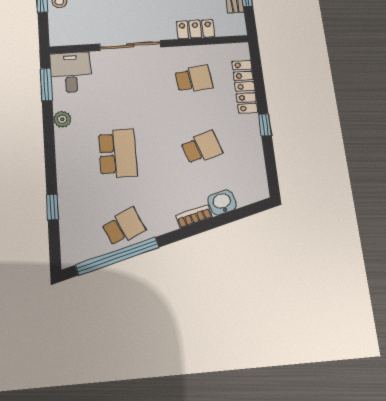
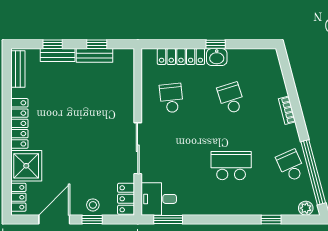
locker: (195, 29) -> (126, 199), moved
plant: (62, 119) -> (306, 208), moved
washbasin: (222, 203) -> (217, 57), moved, turned -75

